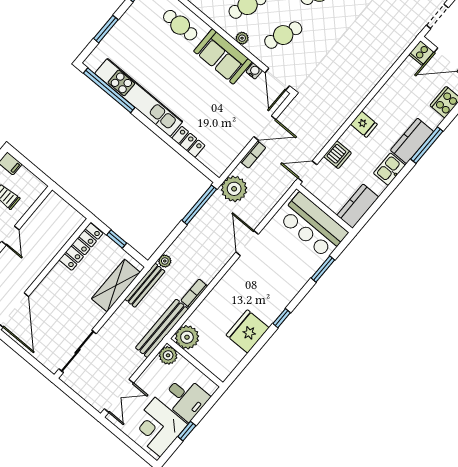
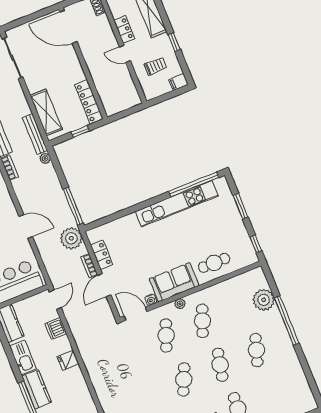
locker: (188, 142) -> (102, 255), moved, turned -90
kitchen sink: (389, 169) -> (23, 357), width x1.38

